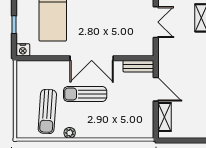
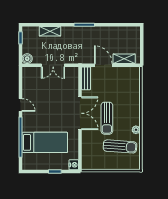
double door: (156, 22) -> (53, 65), swing flipped
door: (156, 89) -> (103, 65), hinge flipped

